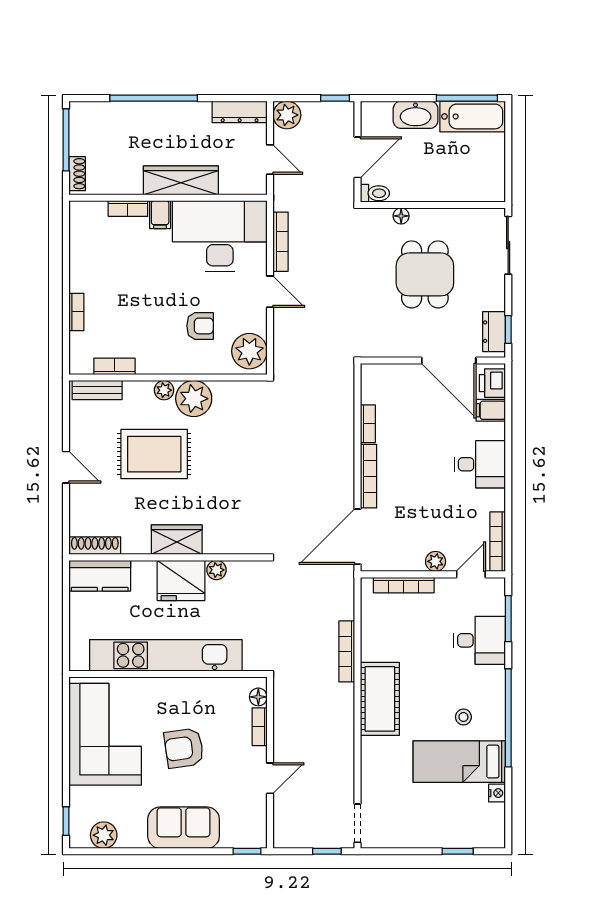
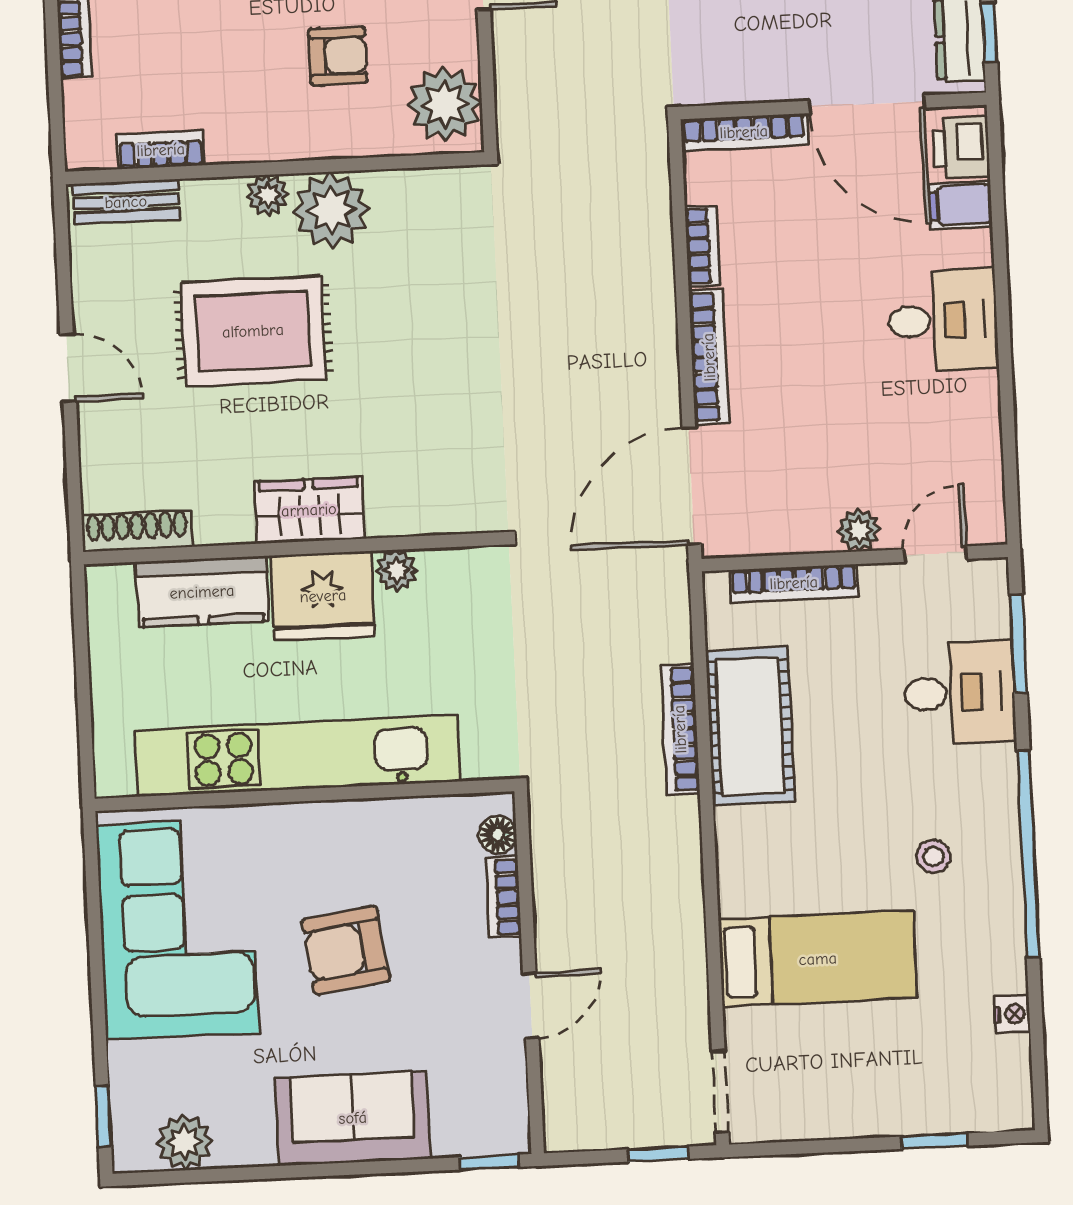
bookcase: (498, 542) -> (744, 132), moved, turned -90
kitchen counter: (100, 576) -> (202, 592), moved
cot: (380, 699) -> (750, 726), moved
bed: (459, 762) -> (818, 959), moved, turned 180

